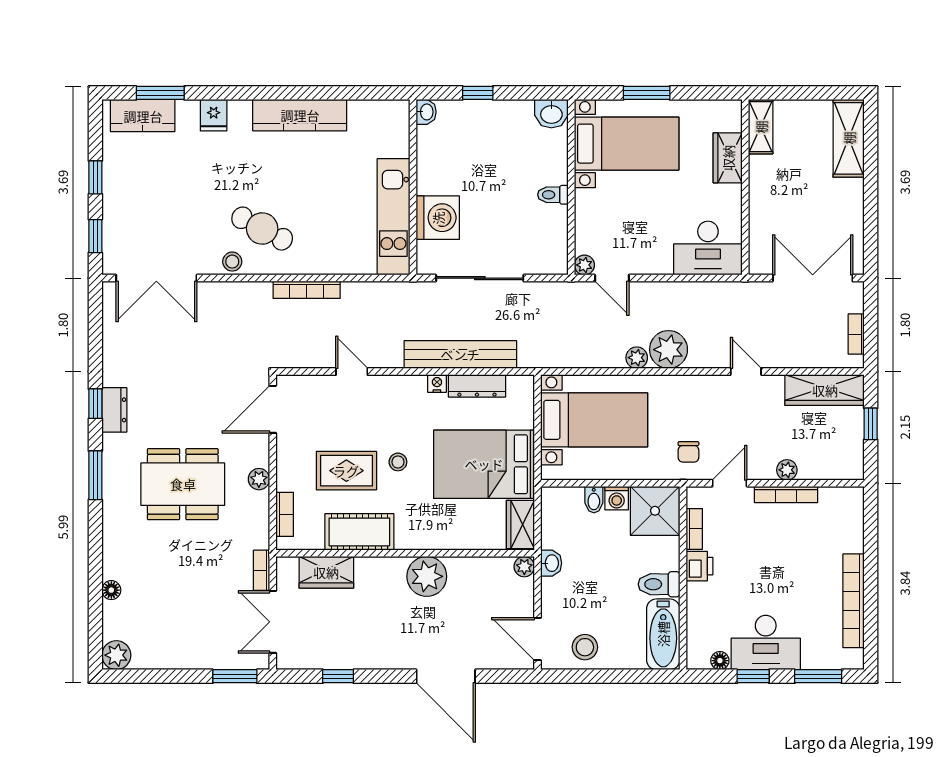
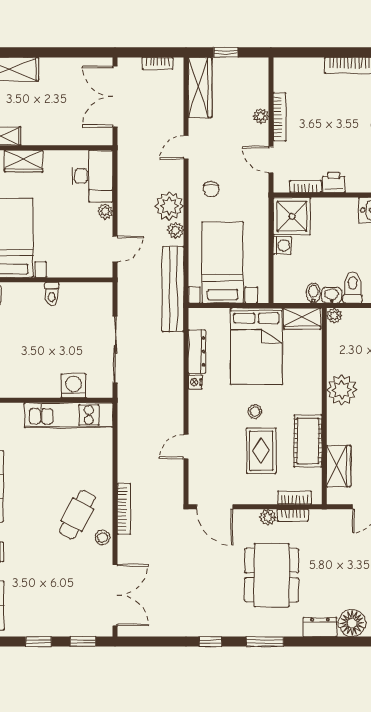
washing machine: (438, 218) -> (74, 386), width x0.73, depth x0.73
plant: (584, 265) -> (105, 211), moved
bookcase: (307, 290) -> (124, 509), moved
bench: (460, 354) -> (173, 289), moved
dresser: (114, 410) -> (320, 627), moved
chair: (688, 452) -> (211, 189), moved, turned 90
bidet: (594, 500) -> (313, 293), moved, turned -90
bookcase: (261, 570) -> (293, 515), moved
toilet: (659, 584) -> (353, 287), moved, turned 180
floor lamp: (111, 590) -> (352, 623), width x1.89, depth x1.89

